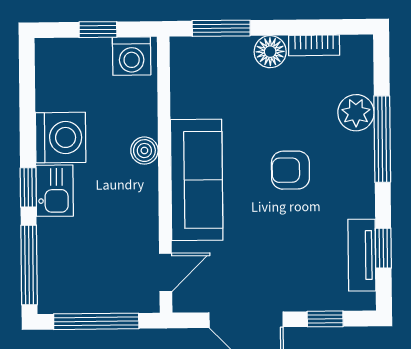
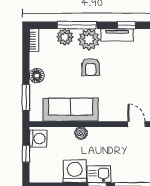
bookcase: (314, 45) -> (34, 40), moved
plant: (351, 166) -> (89, 39), added
sofa: (197, 180) -> (71, 110), moved
tv unit: (362, 255) -> (117, 35), moved

